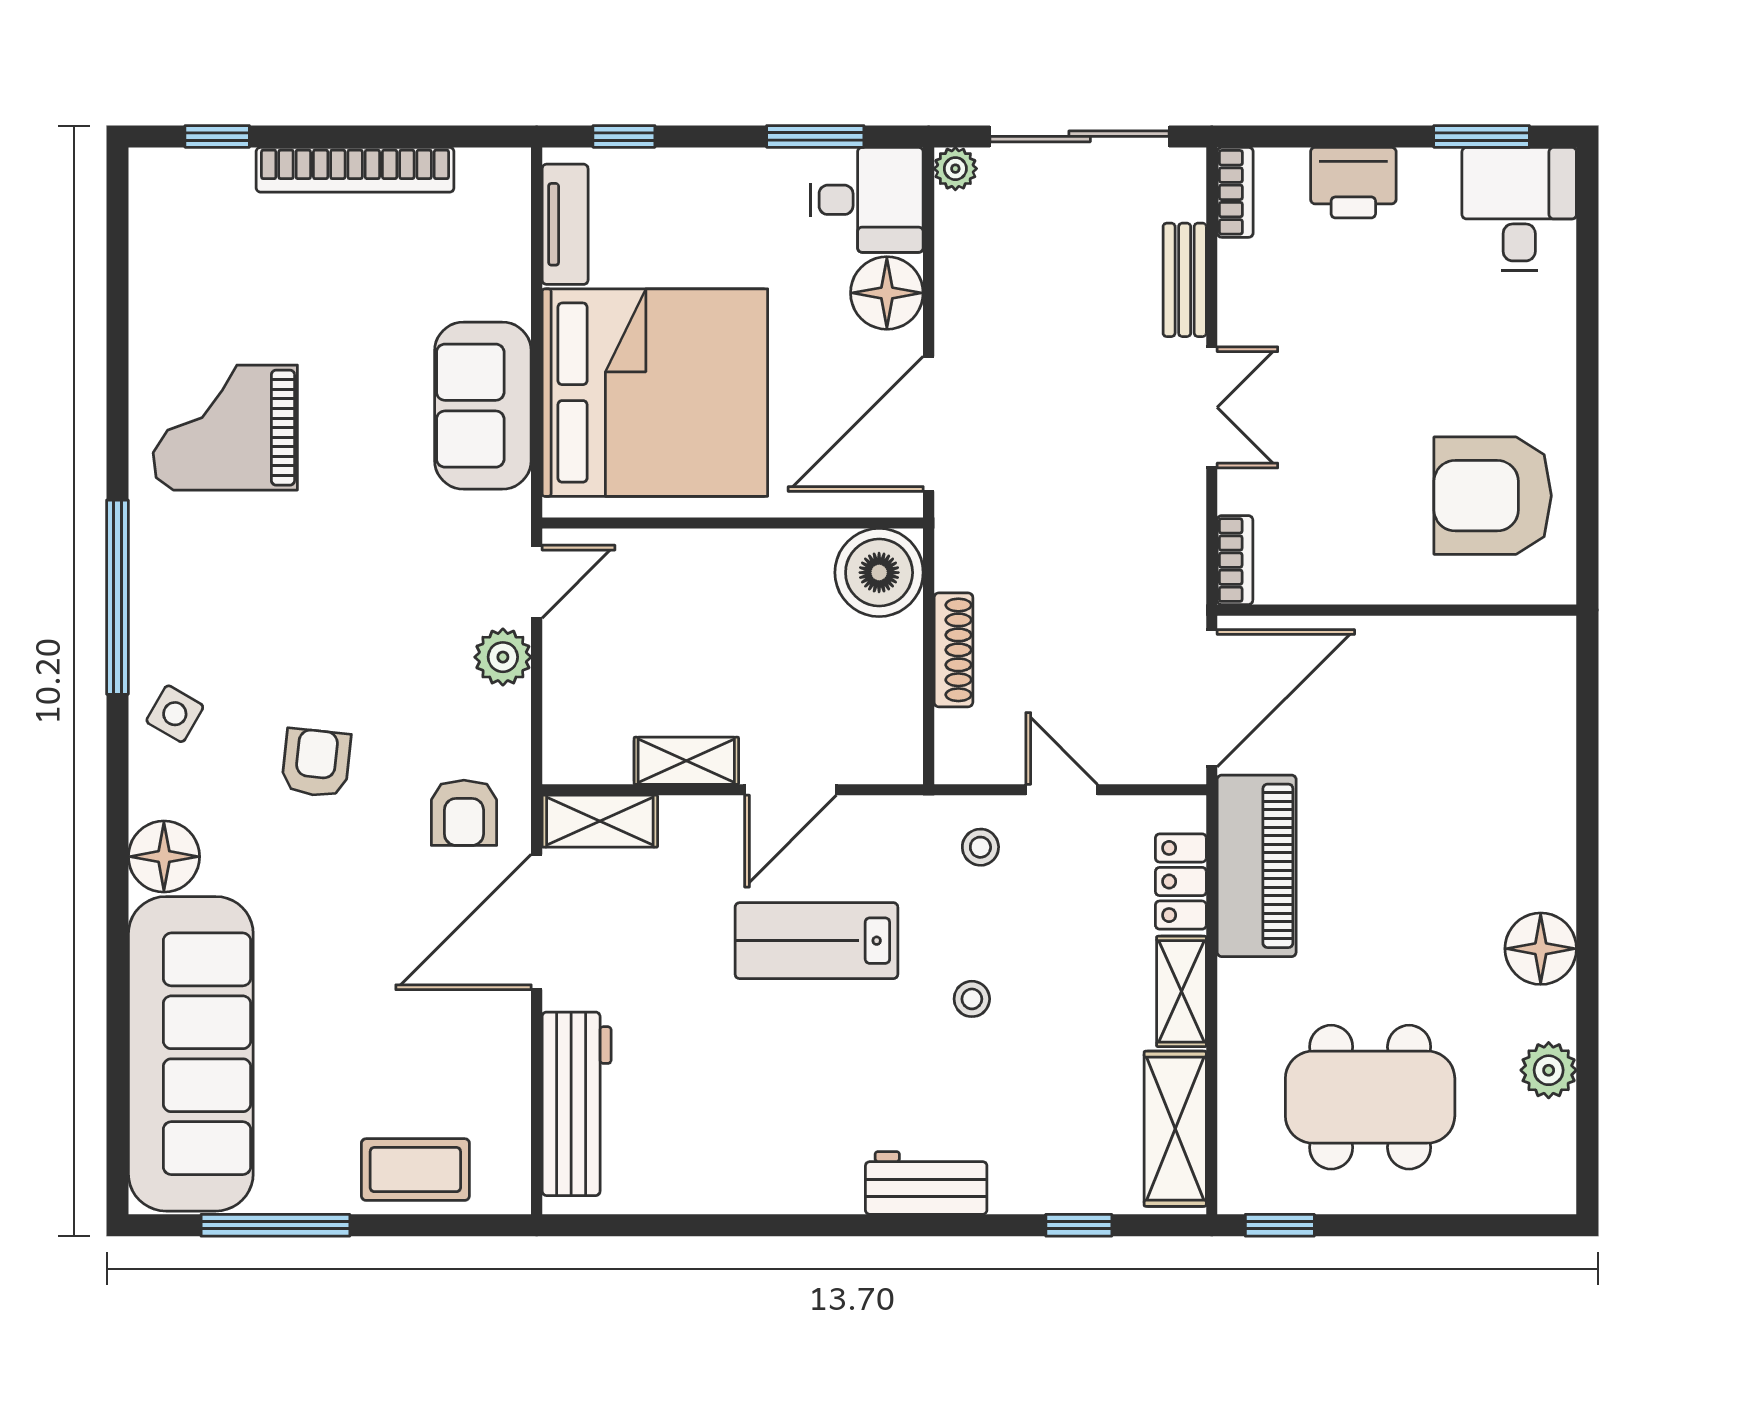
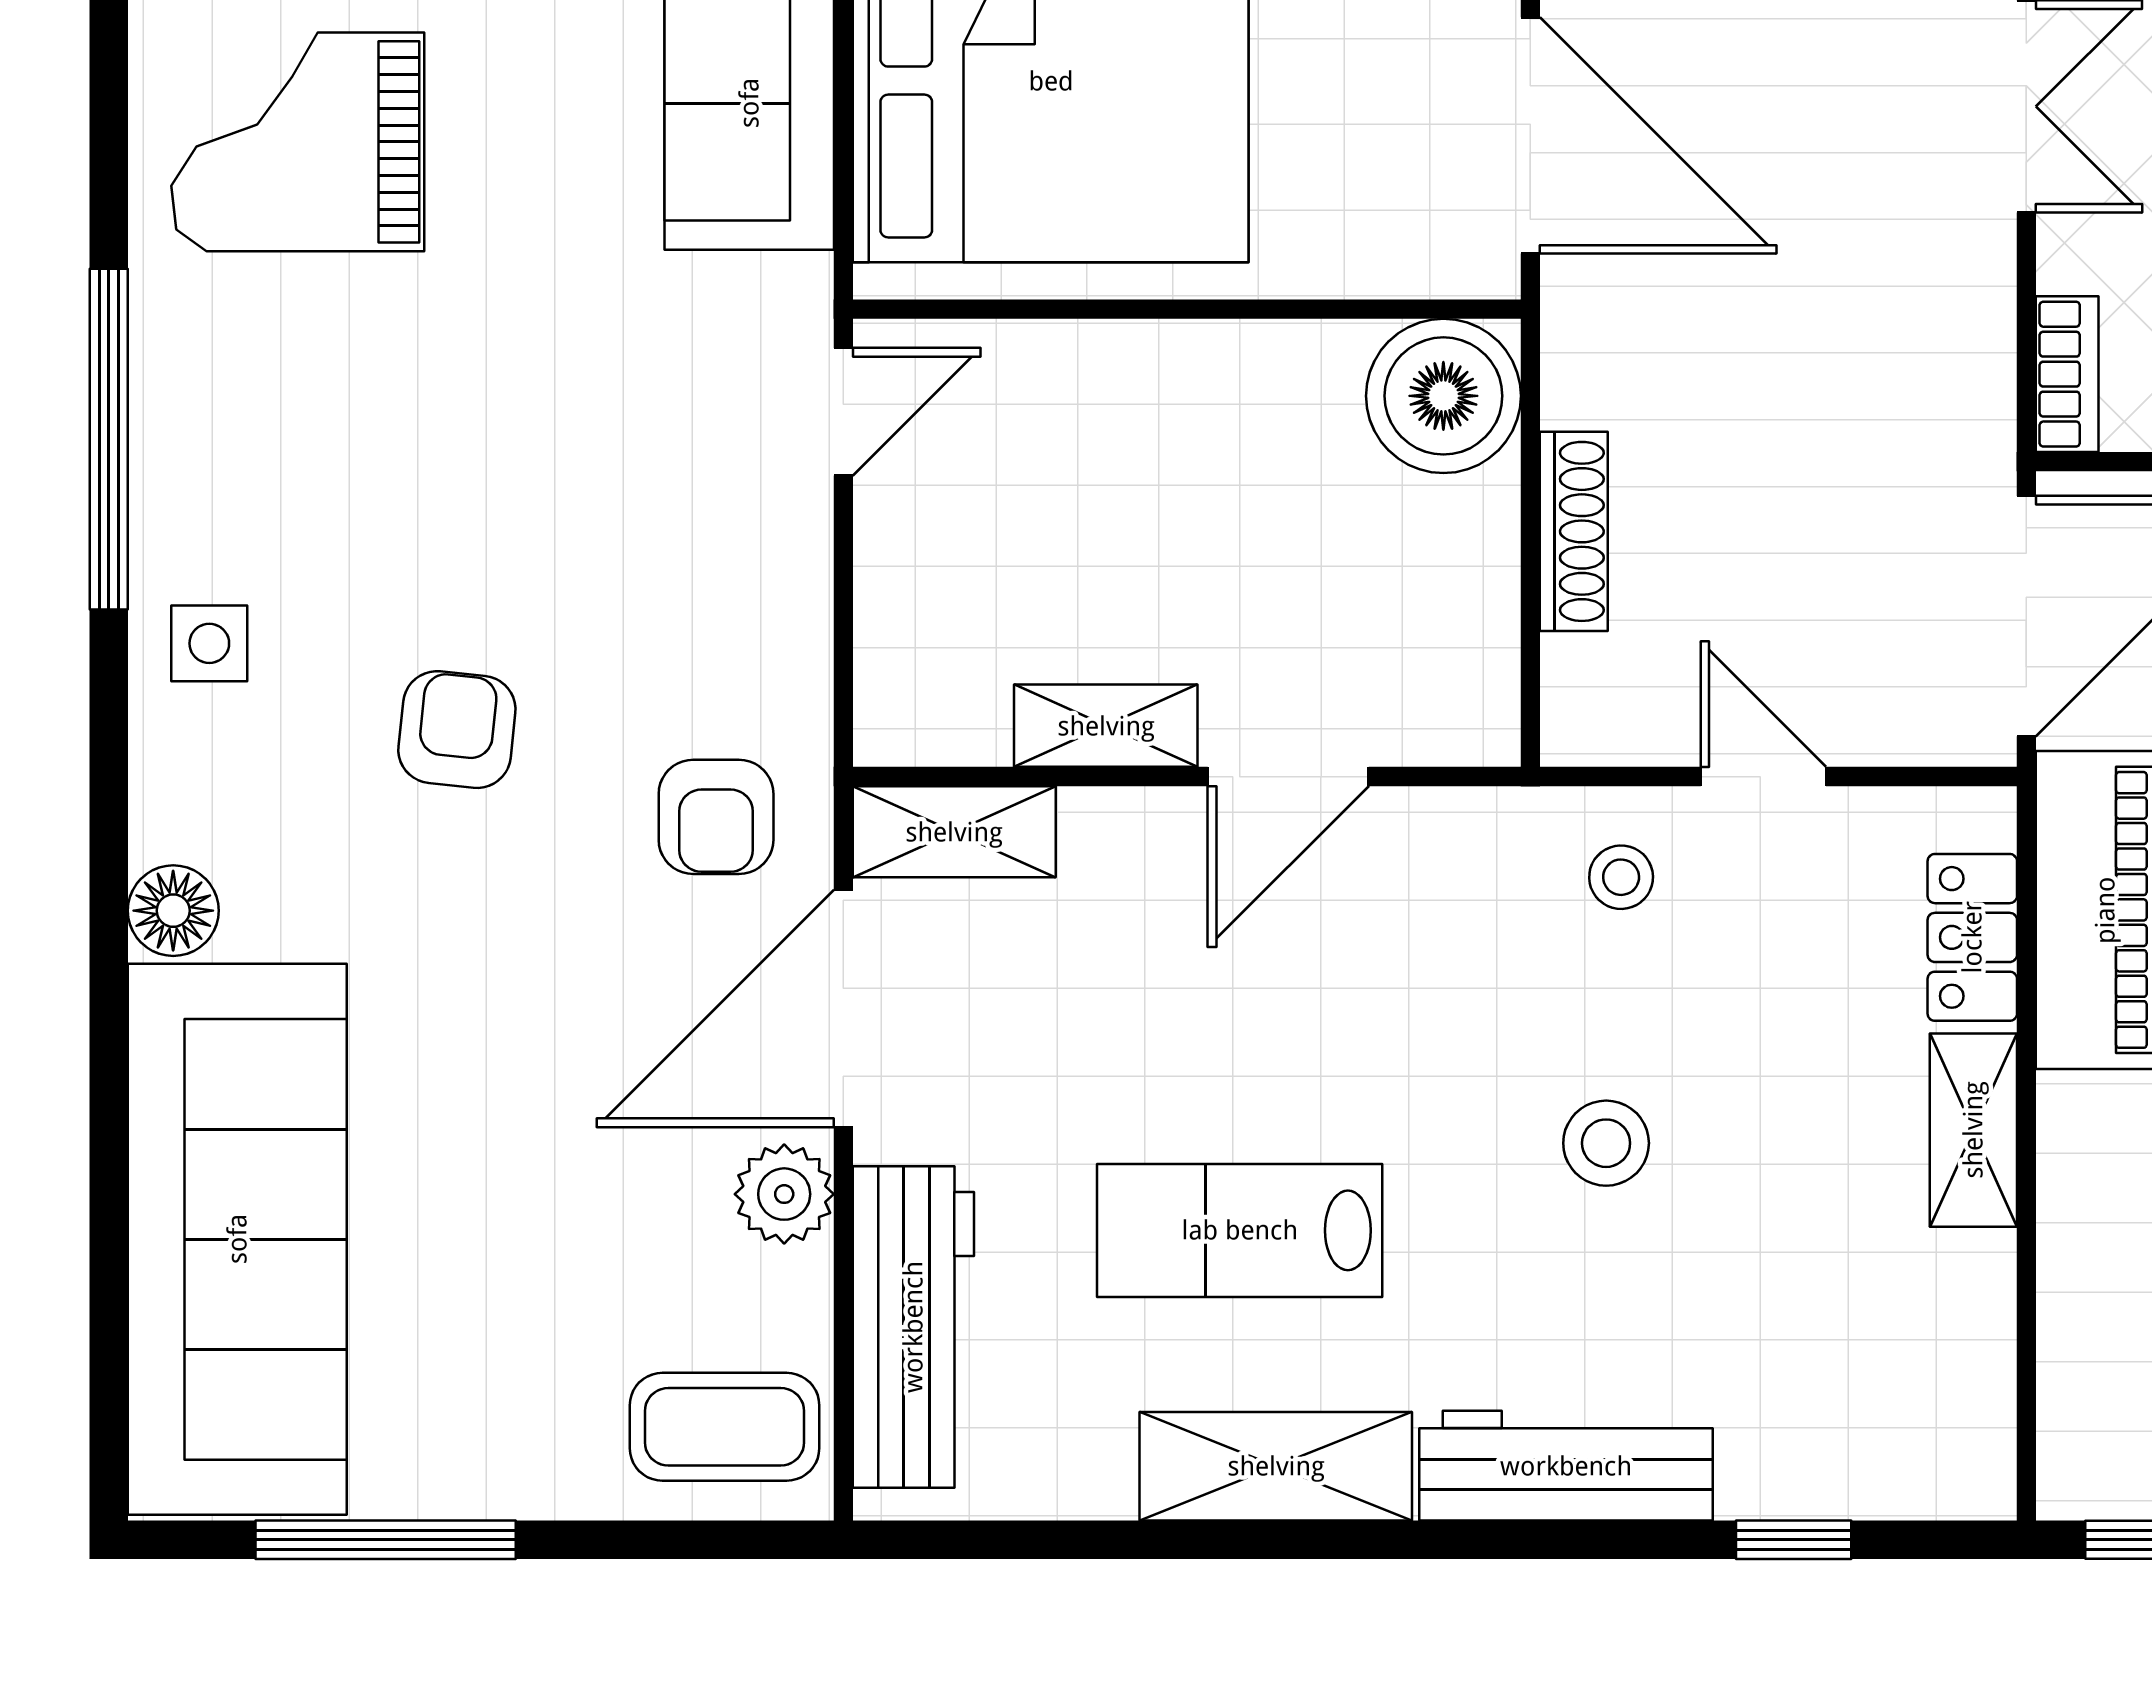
door: (929, 424) -> (1530, 135), swing flipped
plant: (503, 657) -> (784, 1194), moved
side table: (175, 714) -> (209, 643), turned -30
floor lamp: (164, 857) -> (173, 911), width x0.73, depth x0.73
lab bench: (816, 941) -> (1240, 1230), moved
stool: (972, 999) -> (1606, 1143), width x1.37, depth x1.37
shelving: (1175, 1129) -> (1276, 1466), moved, turned 90
coffee table: (415, 1170) -> (725, 1427), moved
workbench: (926, 1183) -> (1566, 1466), width x1.38

